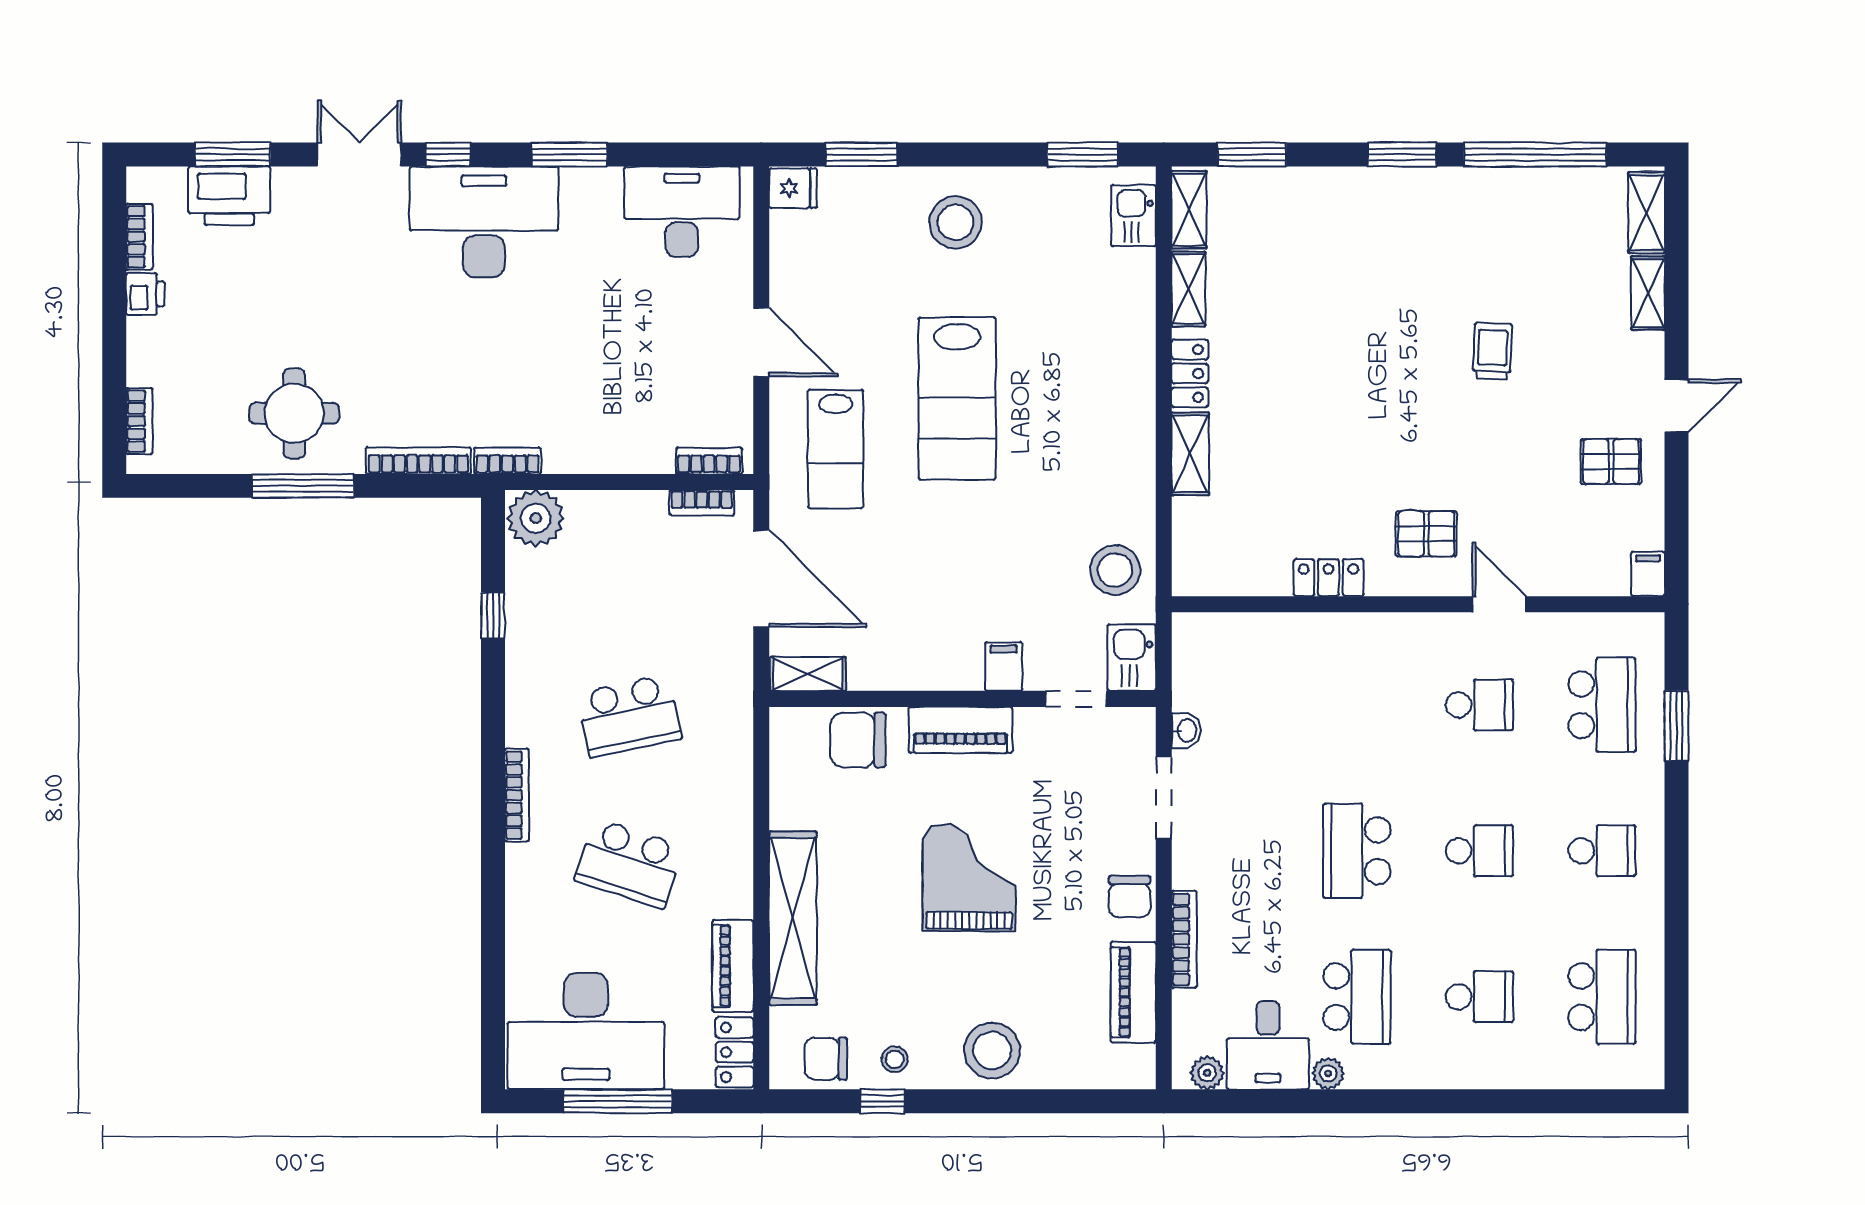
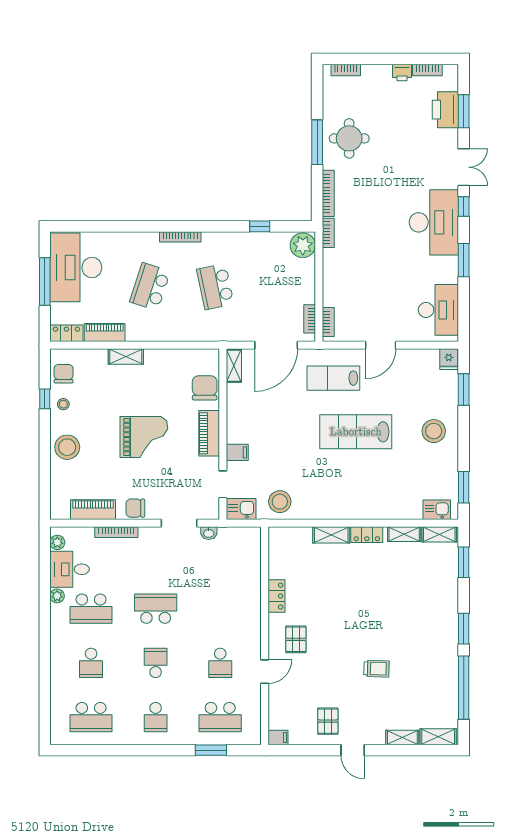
school desk: (1479, 851) -> (156, 663), turned 180
shelving: (793, 918) -> (126, 356), width x0.45, depth x0.75

